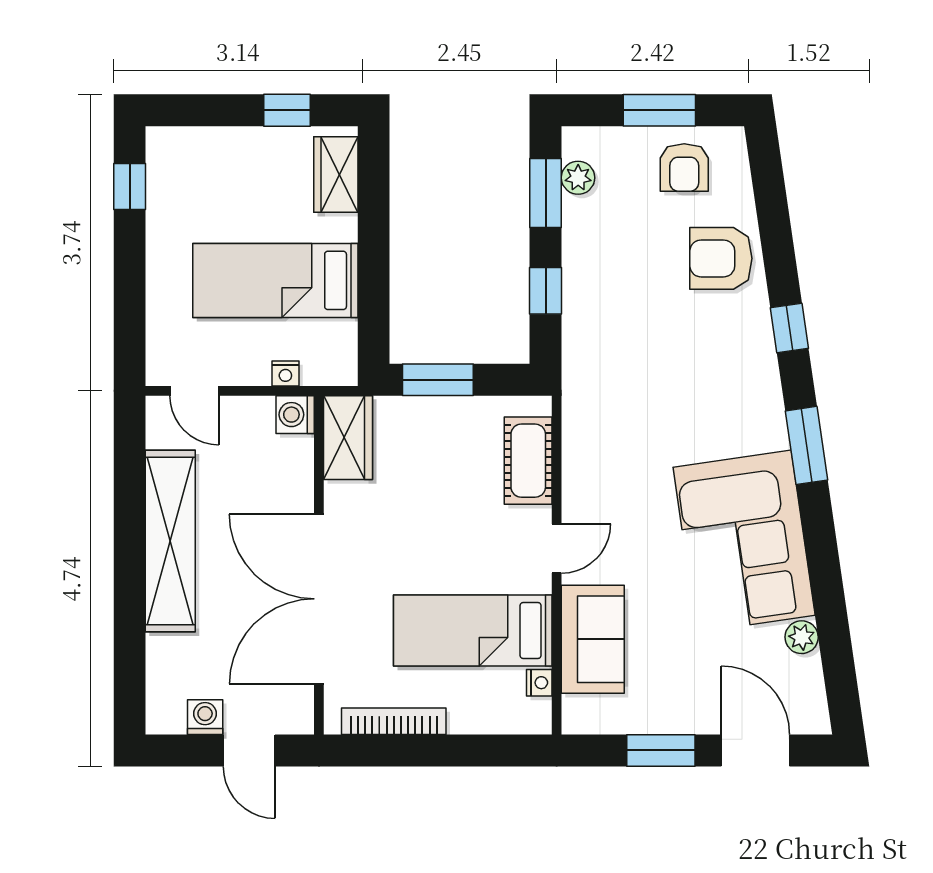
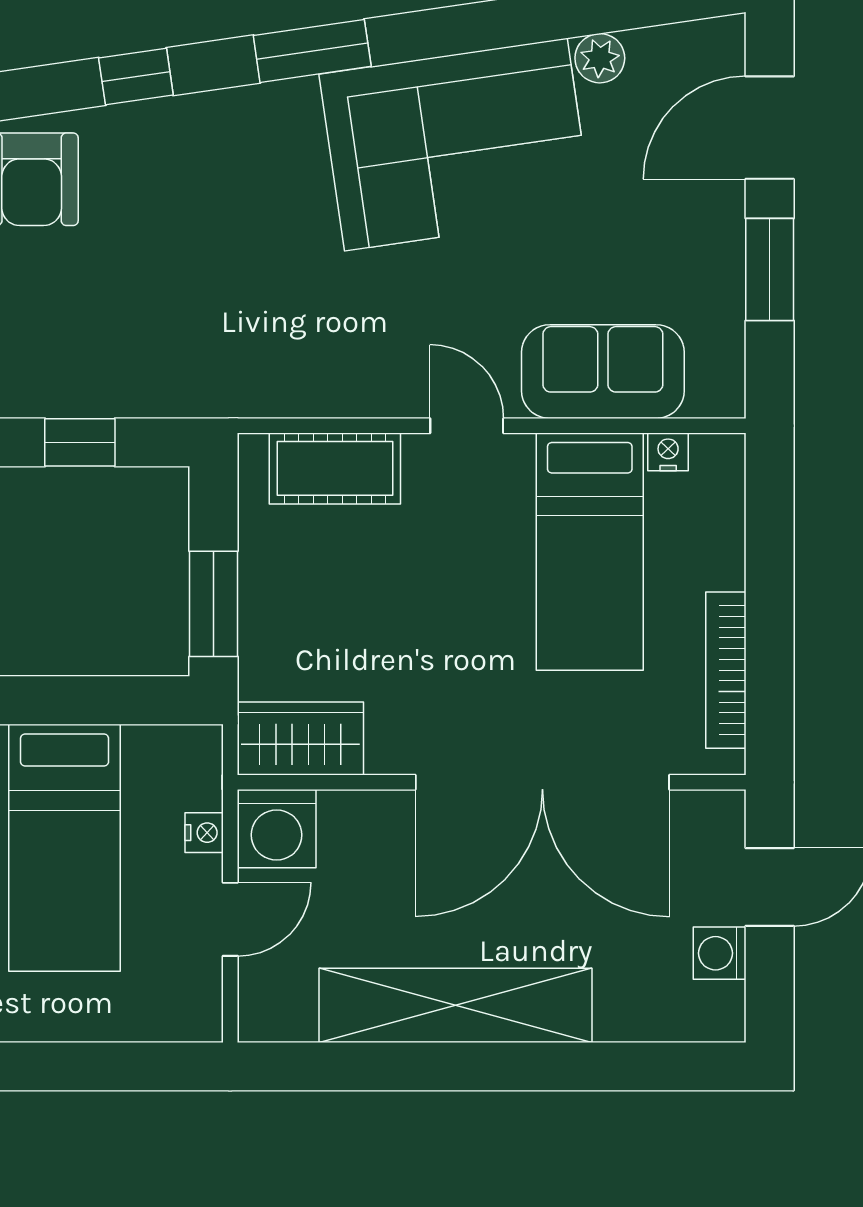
door: (194, 391) -> (230, 919), moved
washing machine: (295, 415) -> (277, 829), width x1.38, depth x1.38

